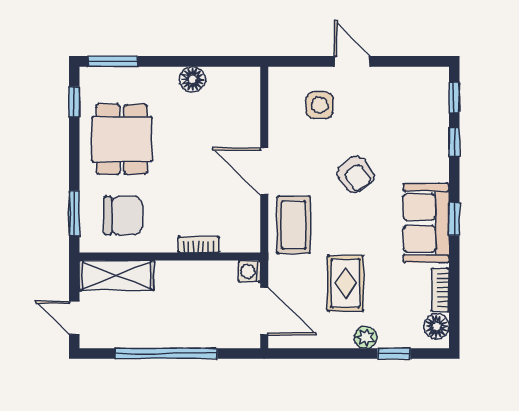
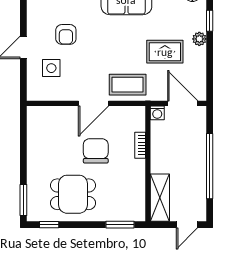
floor lamp: (193, 79) -> (35, 149), removed
armchair: (356, 175) -> (66, 34), moved, turned 125
chair: (123, 216) -> (96, 151), moved
door: (264, 311) -> (183, 103), hinge flipped

